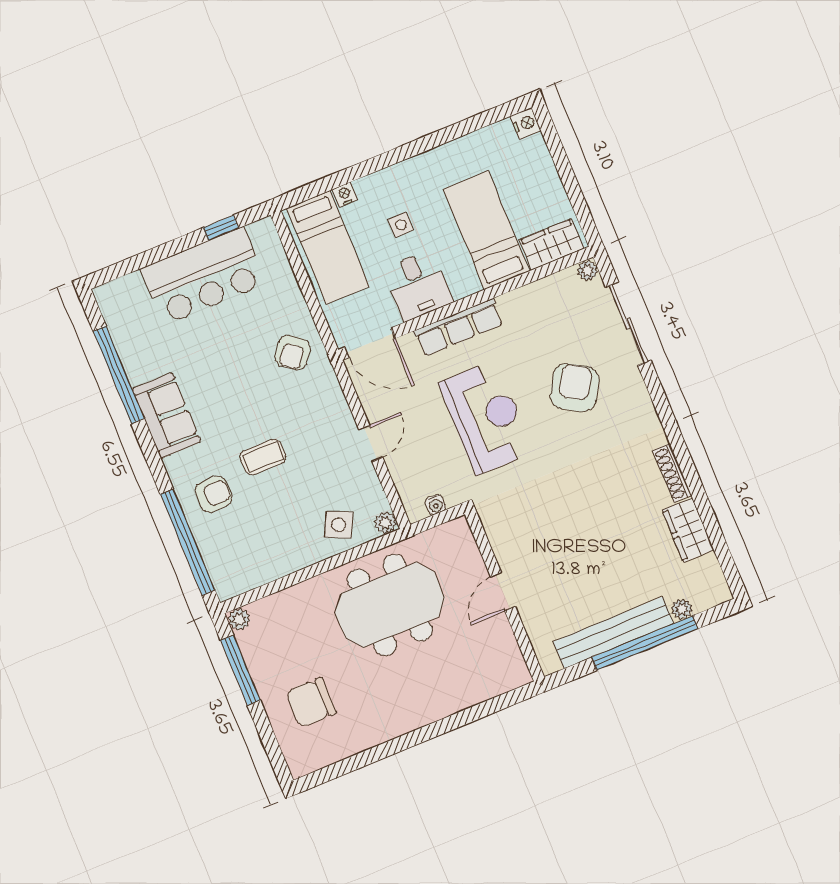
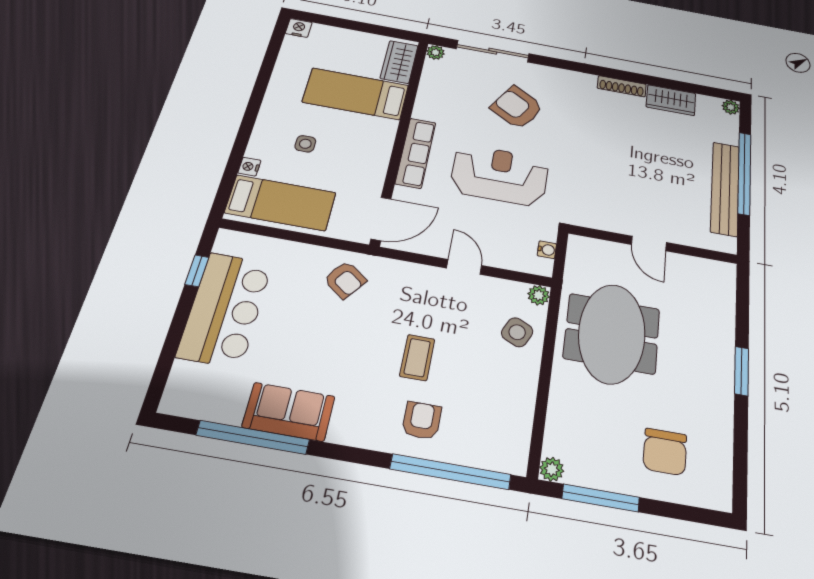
desk: (418, 285) -> (362, 160), removed
sofa: (166, 415) -> (289, 412), moved
plant: (682, 609) -> (731, 107), moved
window: (426, 733) -> (742, 371), added

